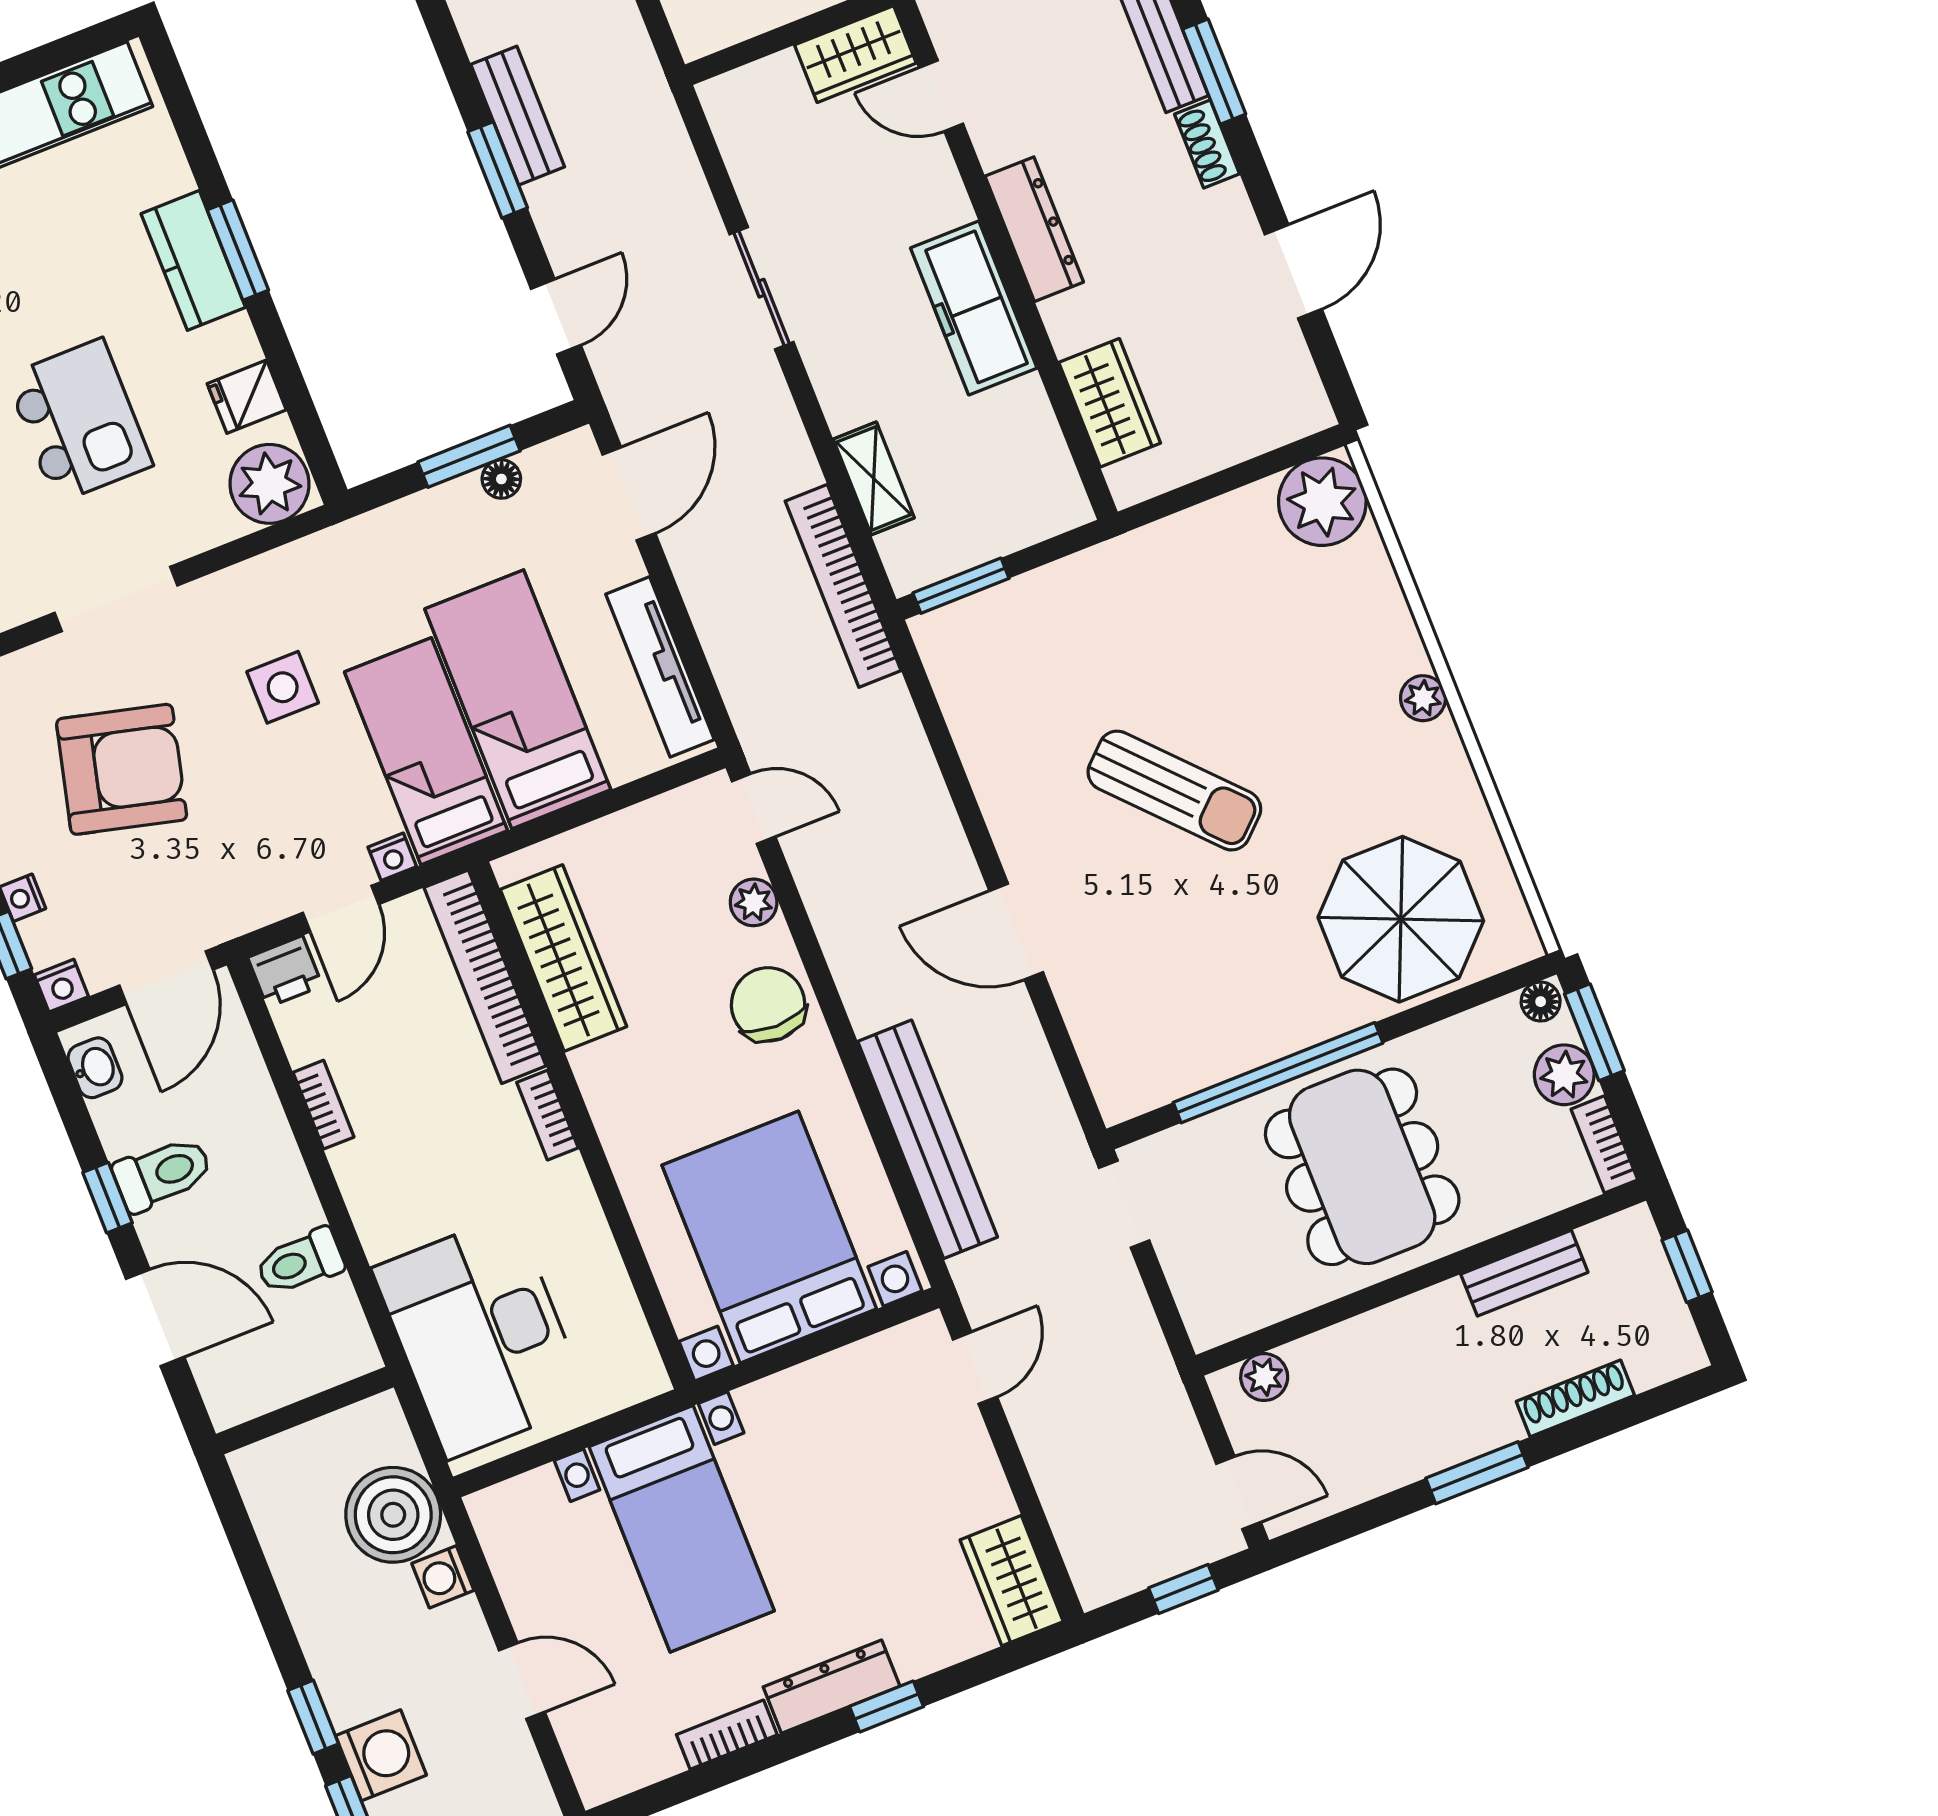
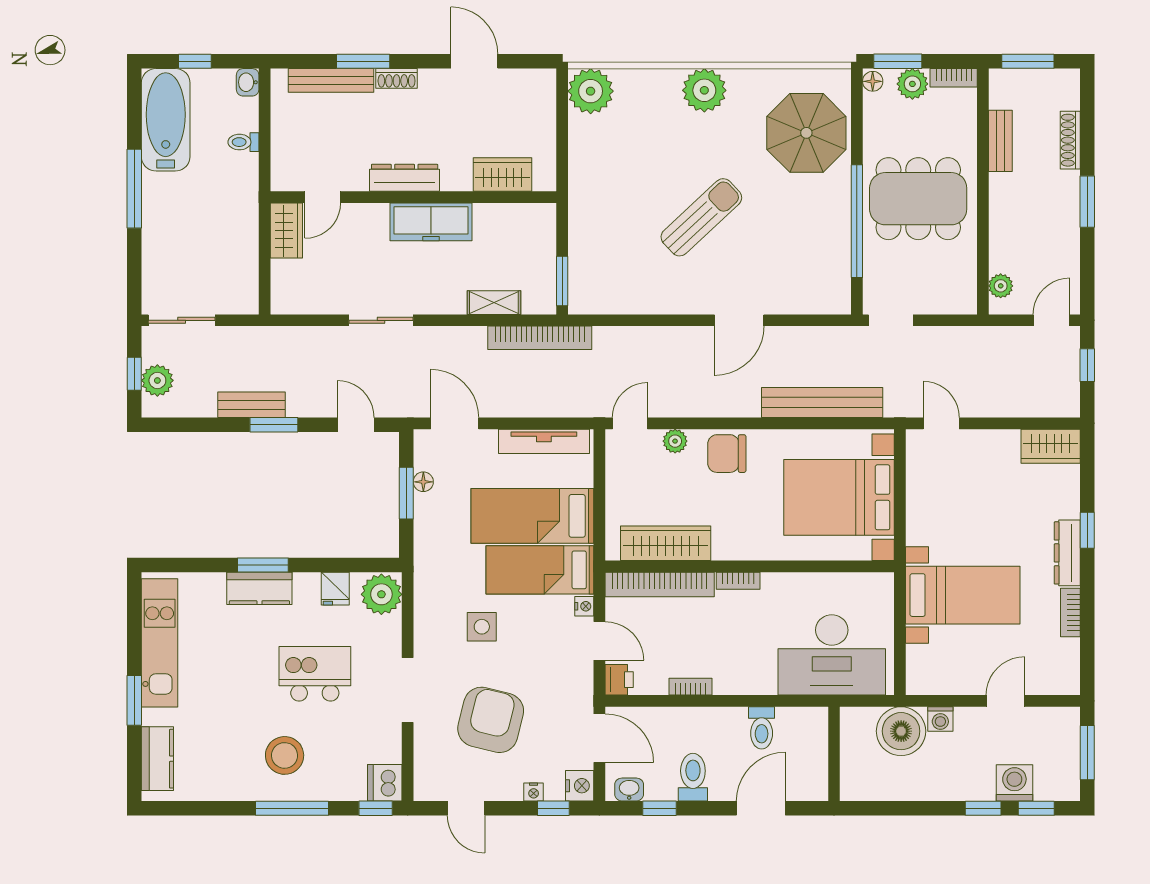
plant: (1423, 698) -> (704, 90), width x1.88, depth x1.88
nightstand: (61, 986) -> (580, 786), width x1.39, depth x1.35
window: (108, 1198) -> (659, 808), moved
window: (1687, 1266) -> (1028, 61), width x1.50

